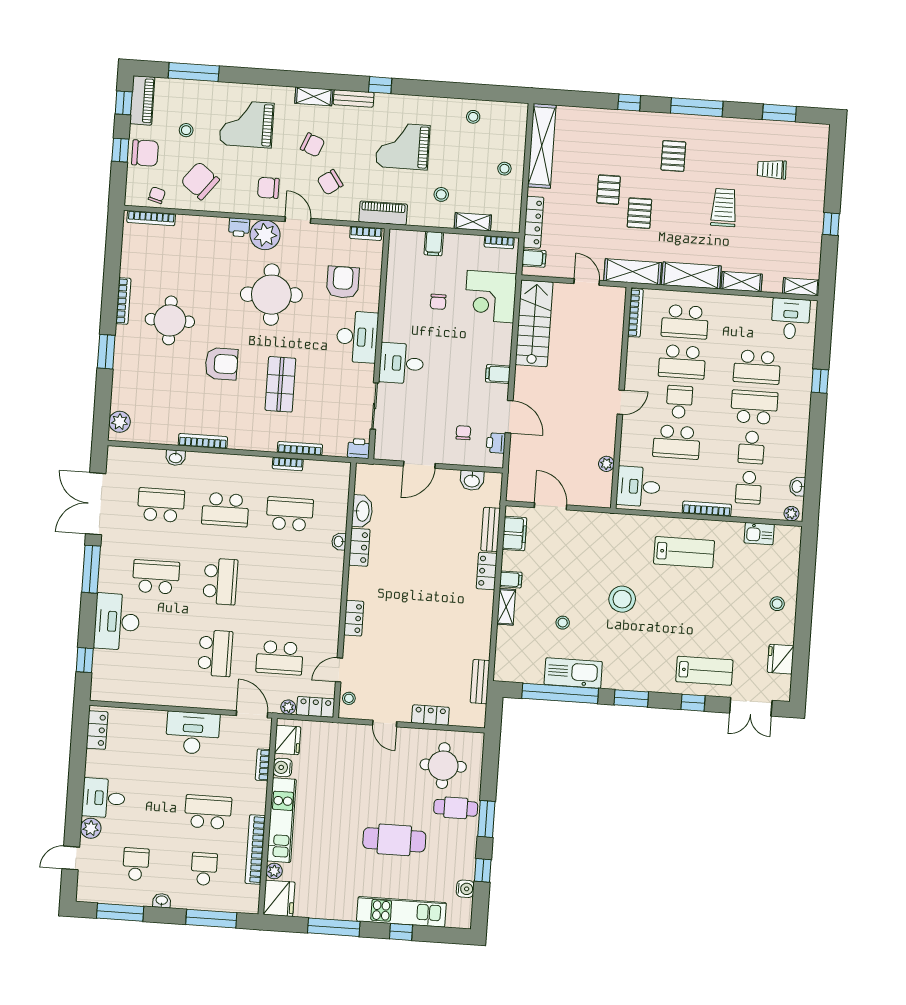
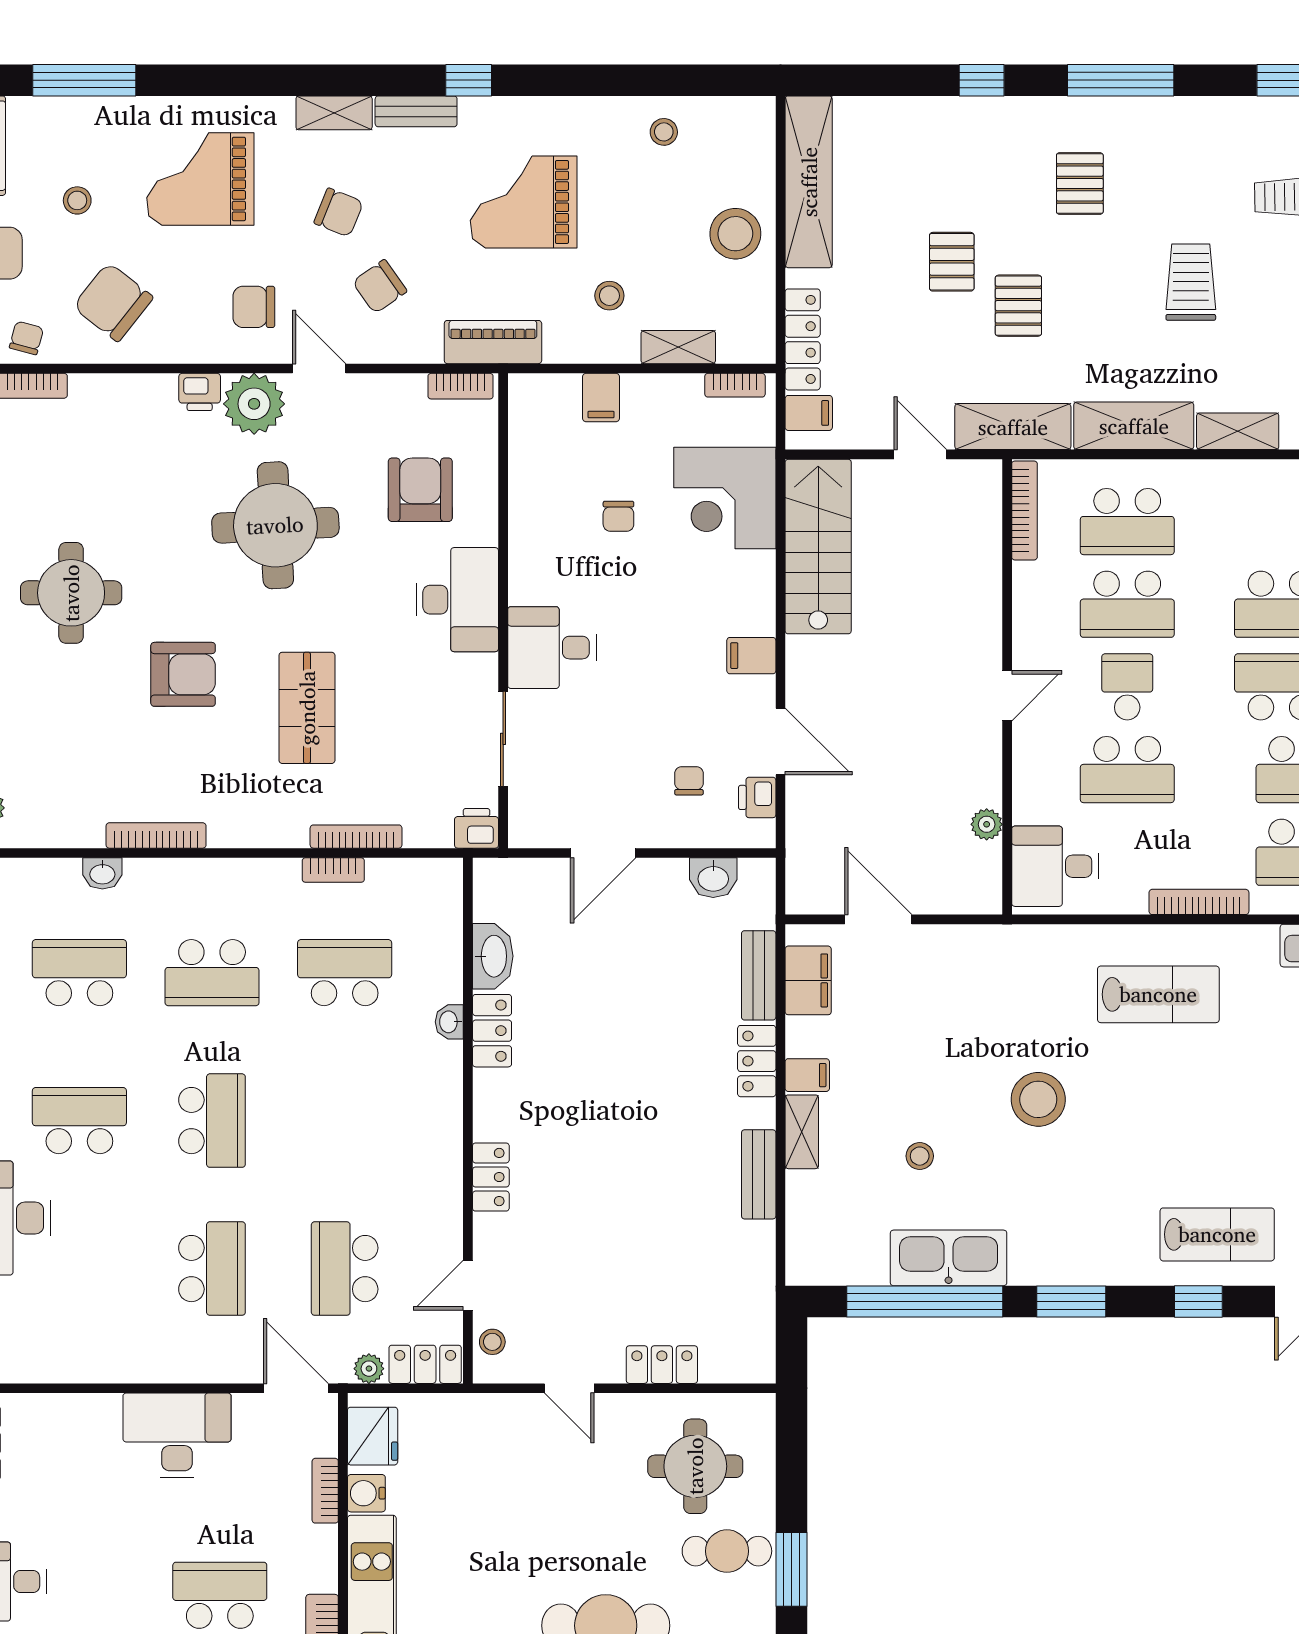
stool: (504, 169) -> (735, 234), width x1.89, depth x1.89
school desk: (280, 658) -> (345, 1269), turned 90
bench: (480, 682) -> (759, 1174), moved

